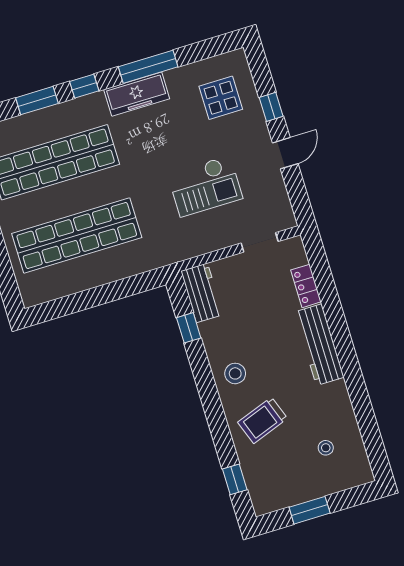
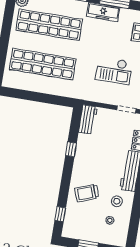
window: (189, 328) -> (71, 149), moved
stool: (235, 373) -> (117, 201), moved

